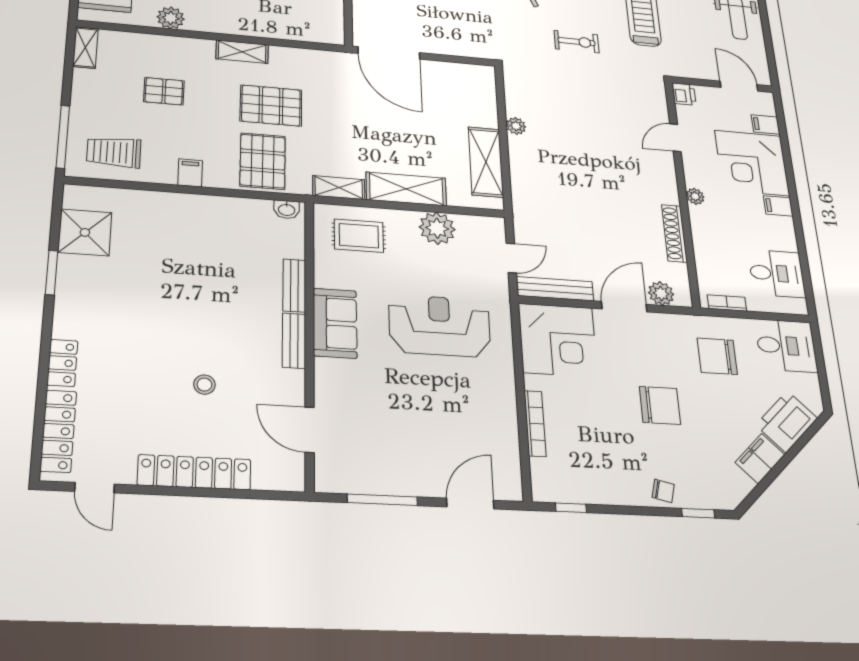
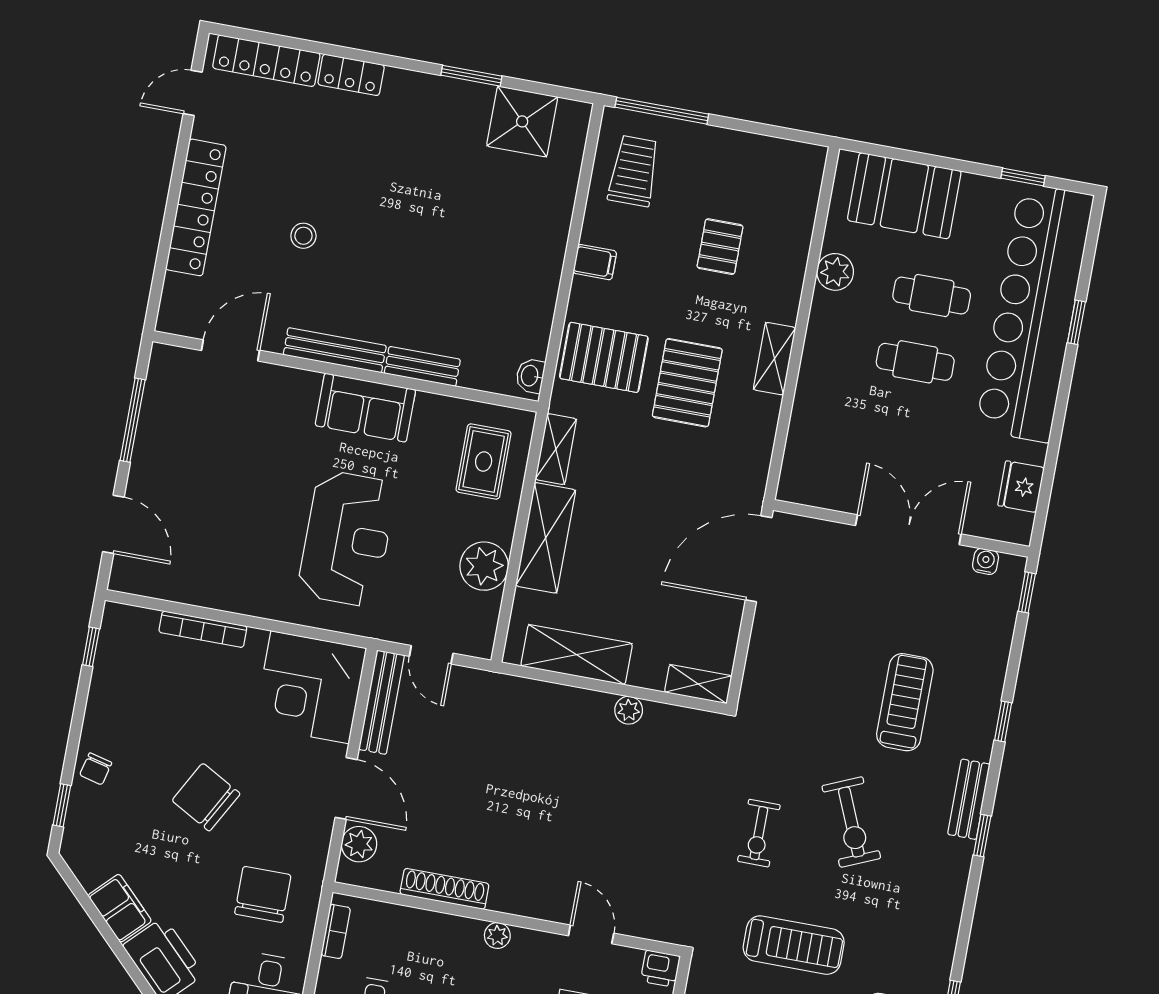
shelving: (86, 48) -> (698, 684), moved
bench: (294, 341) -> (335, 350), width x1.36
chair: (660, 405) -> (206, 797), turned 119

